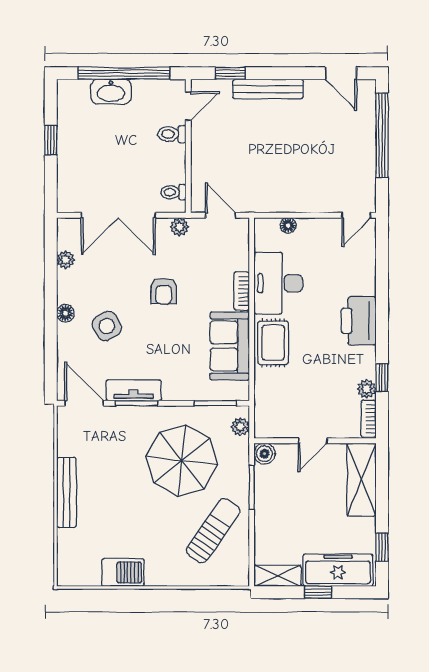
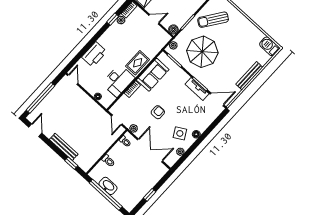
washbasin: (111, 92) -> (108, 186), moved
door: (188, 106) -> (95, 165), removed
door: (356, 215) -> (73, 80), hinge flipped
printer: (359, 321) -> (94, 54), moved
side table: (107, 326) -> (180, 133), moved
door: (84, 403) -> (217, 99), swing flipped
barbecue: (123, 572) -> (269, 46), moved

